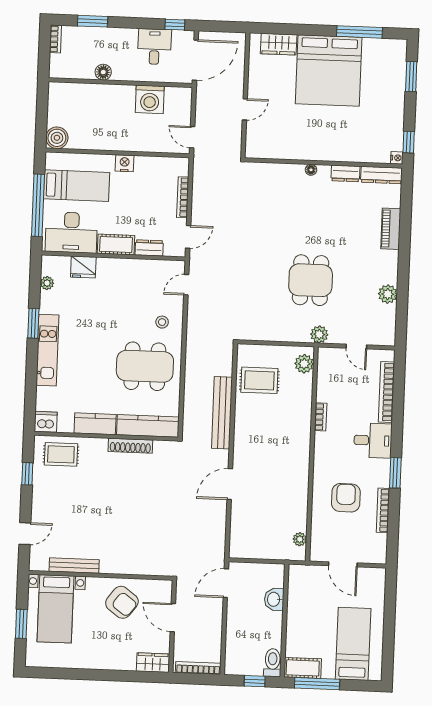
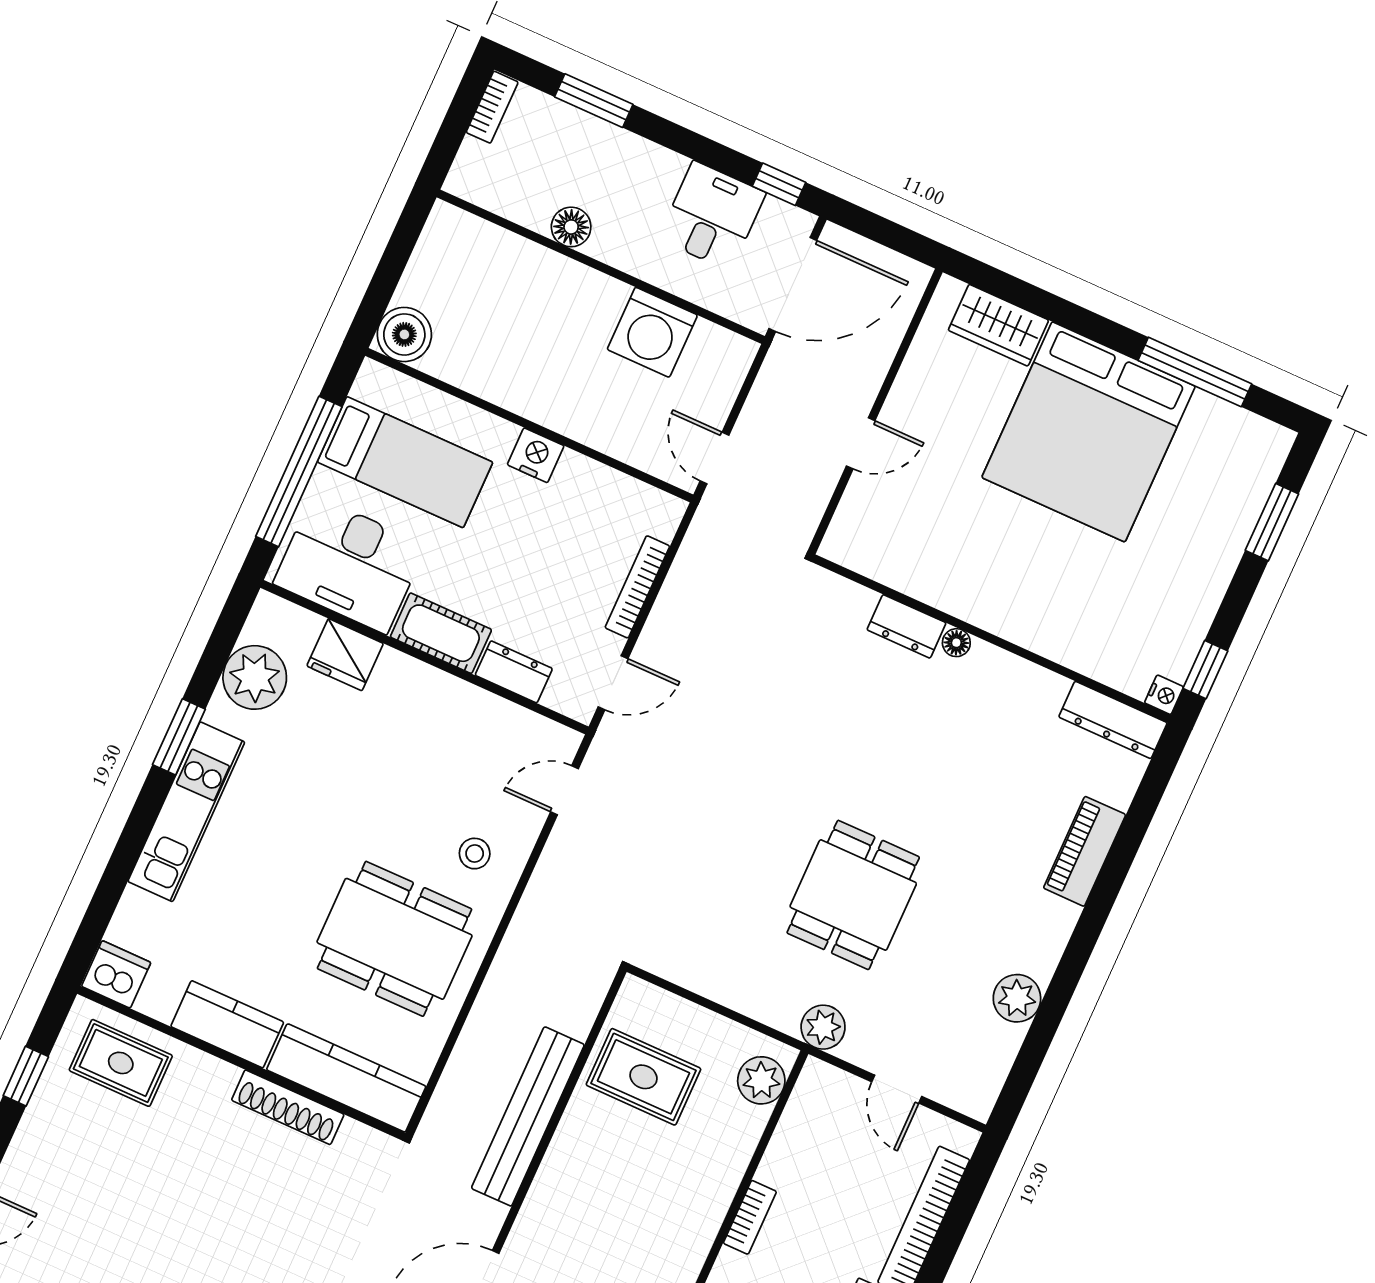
dresser: (345, 173) -> (906, 626), moved
plant: (47, 283) -> (255, 677), width x1.87, depth x1.87

